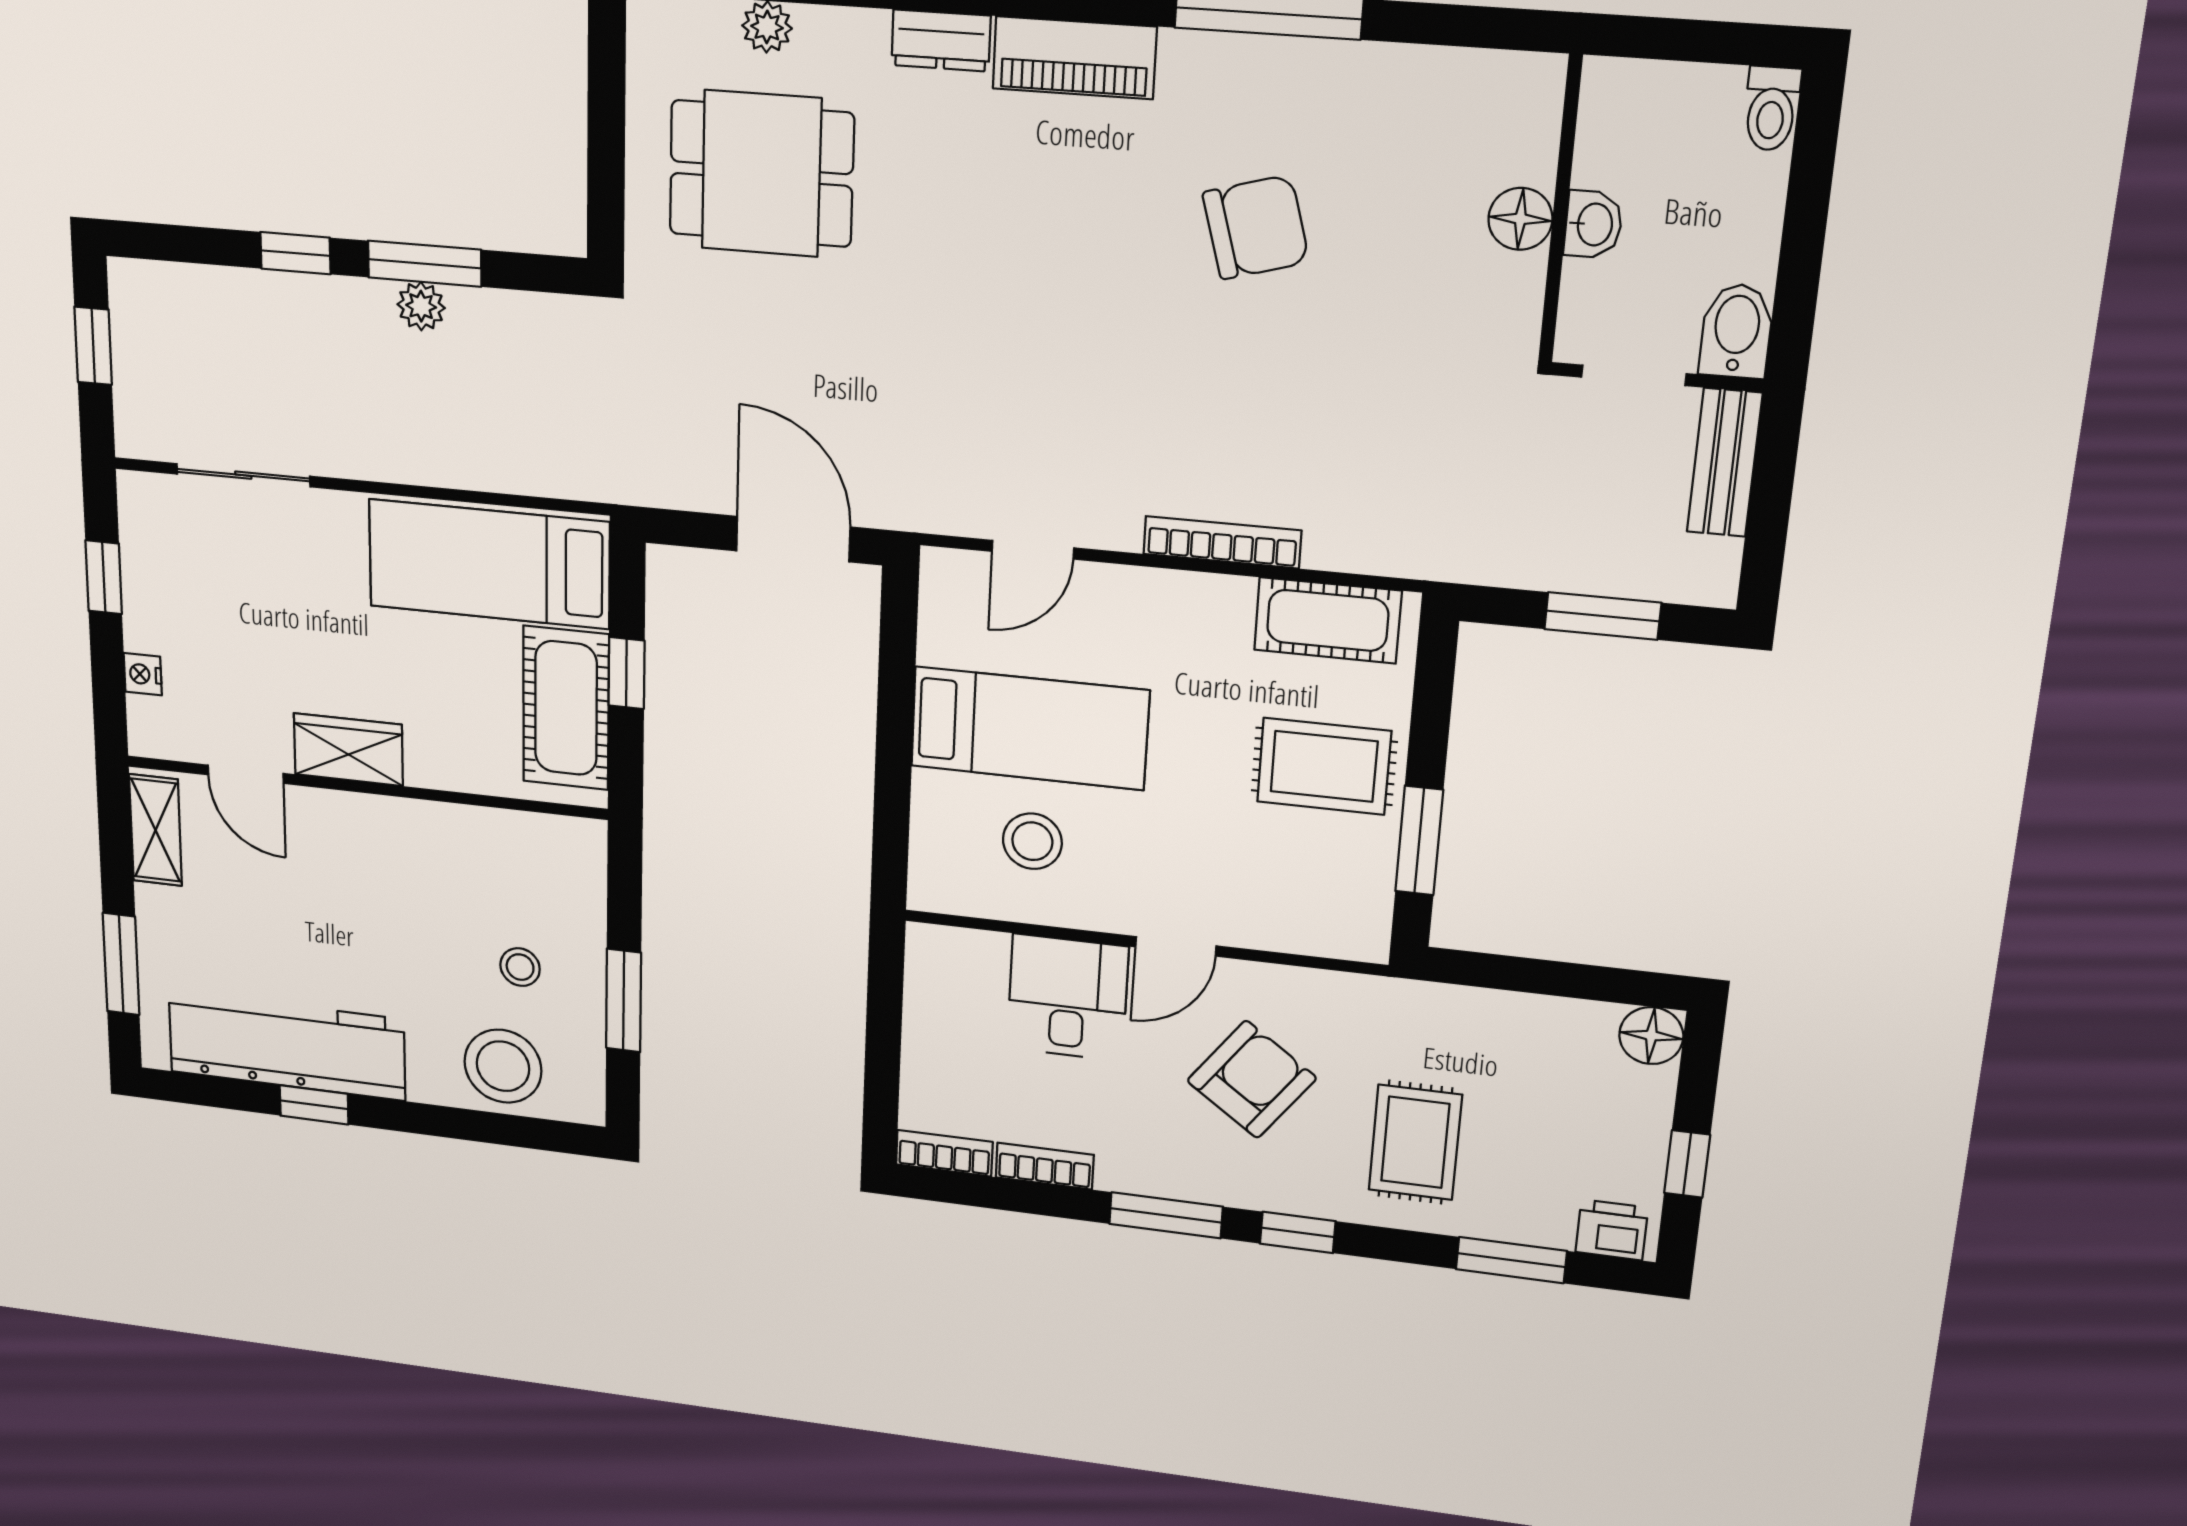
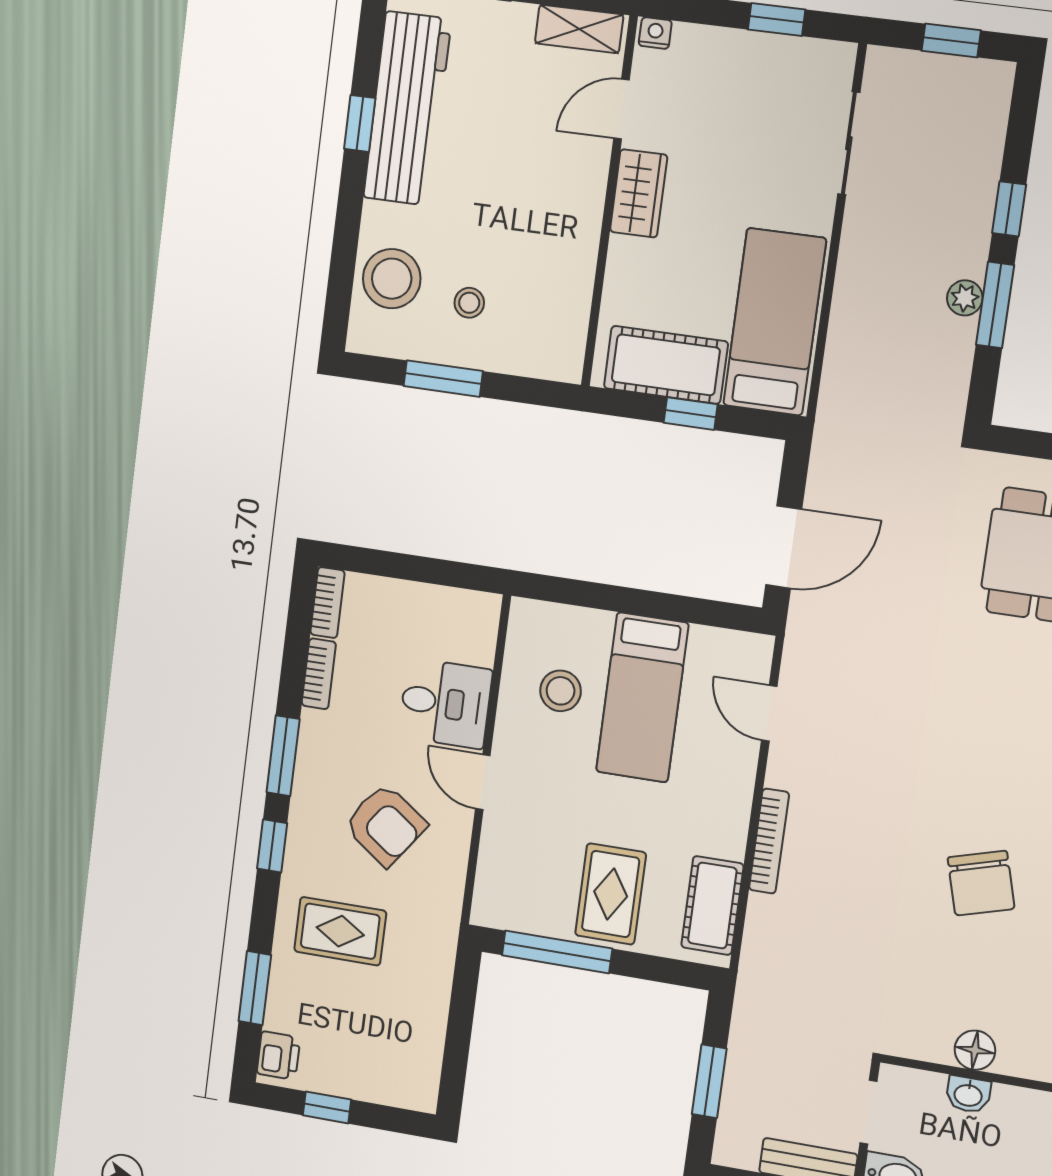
nightstand: (143, 674) -> (655, 33), moved
window: (1419, 841) -> (557, 952), width x1.44
floor lamp: (1651, 1036) -> (418, 1091), removed

